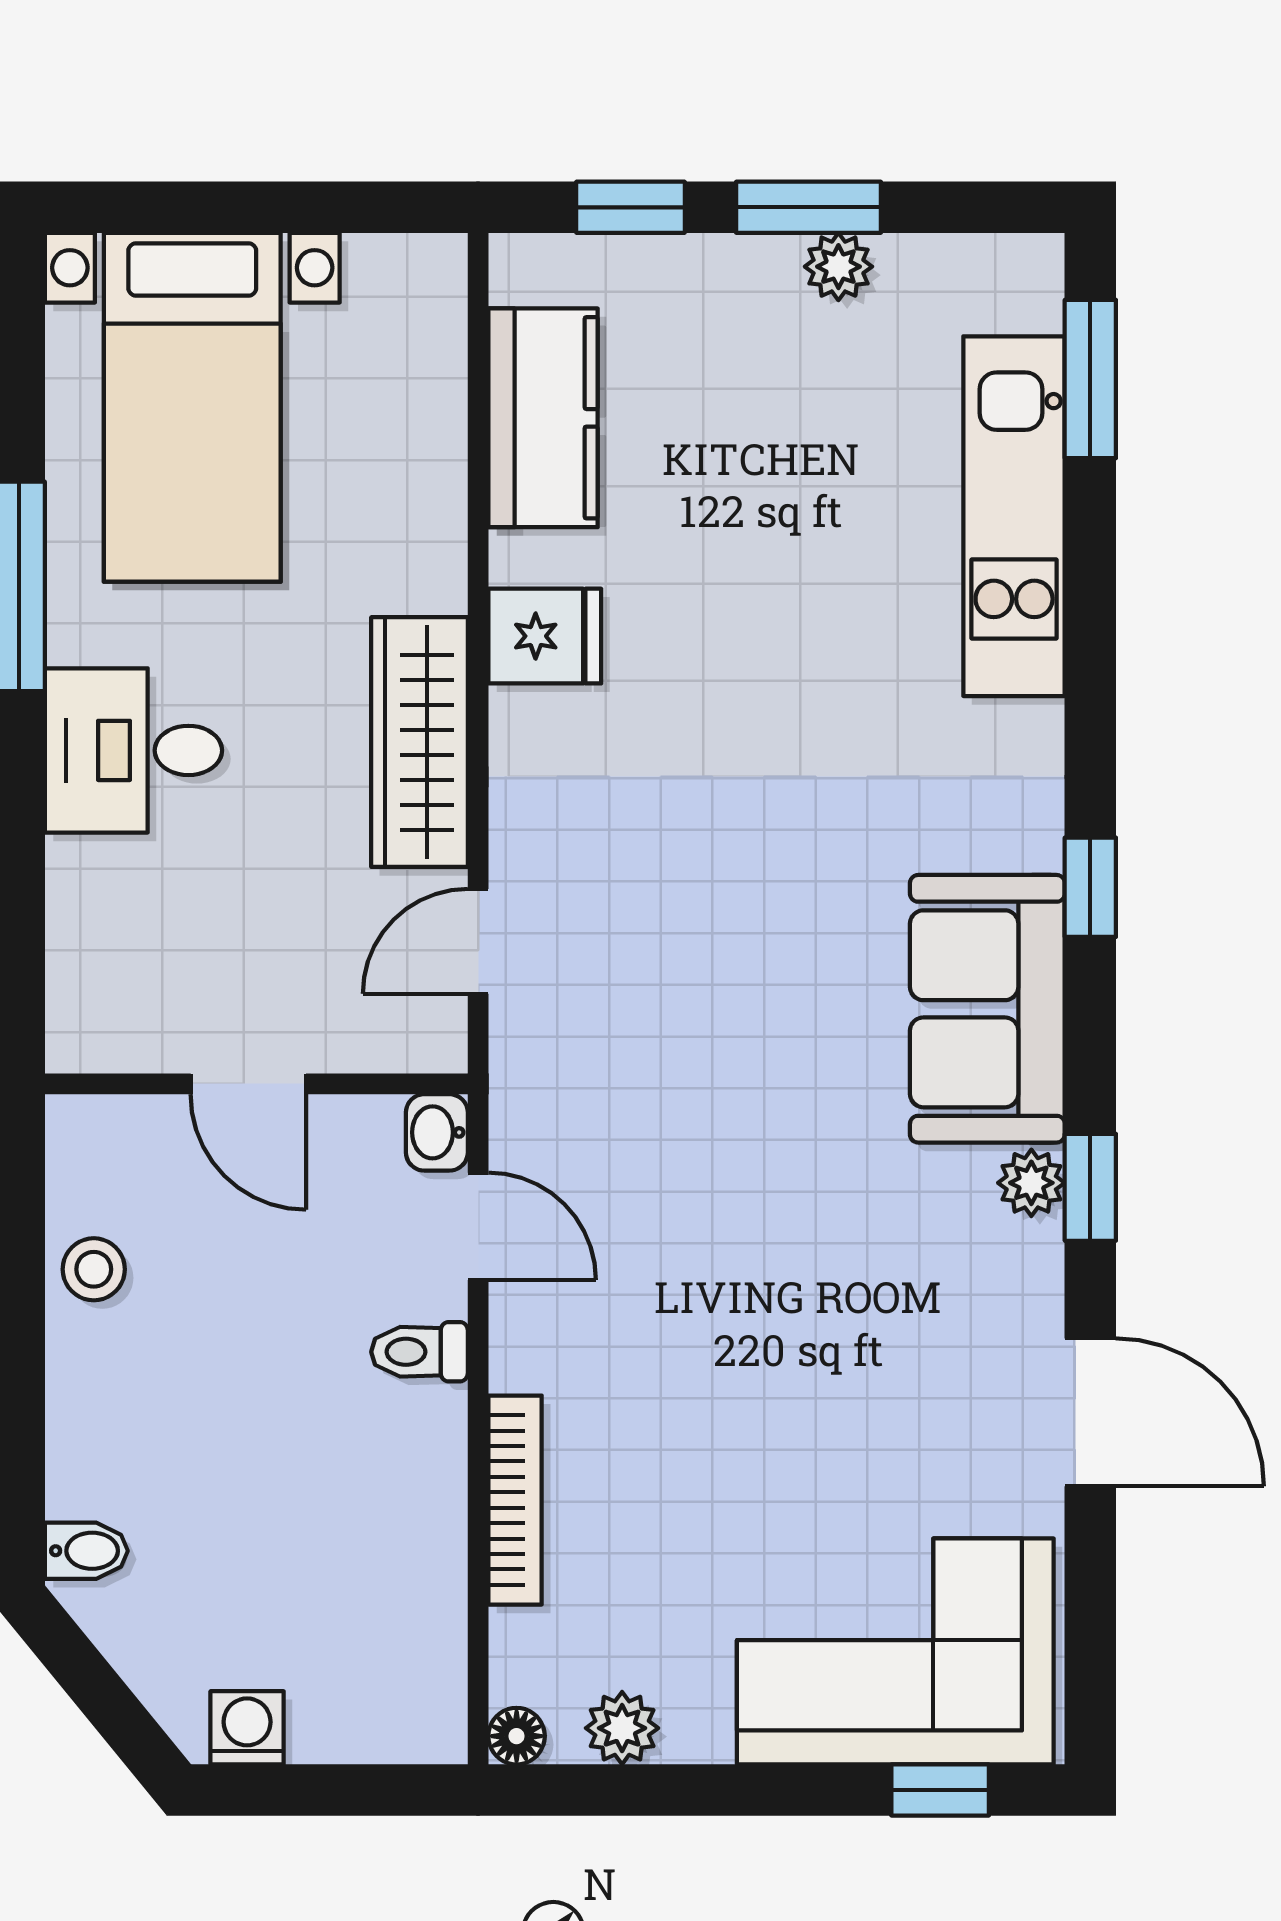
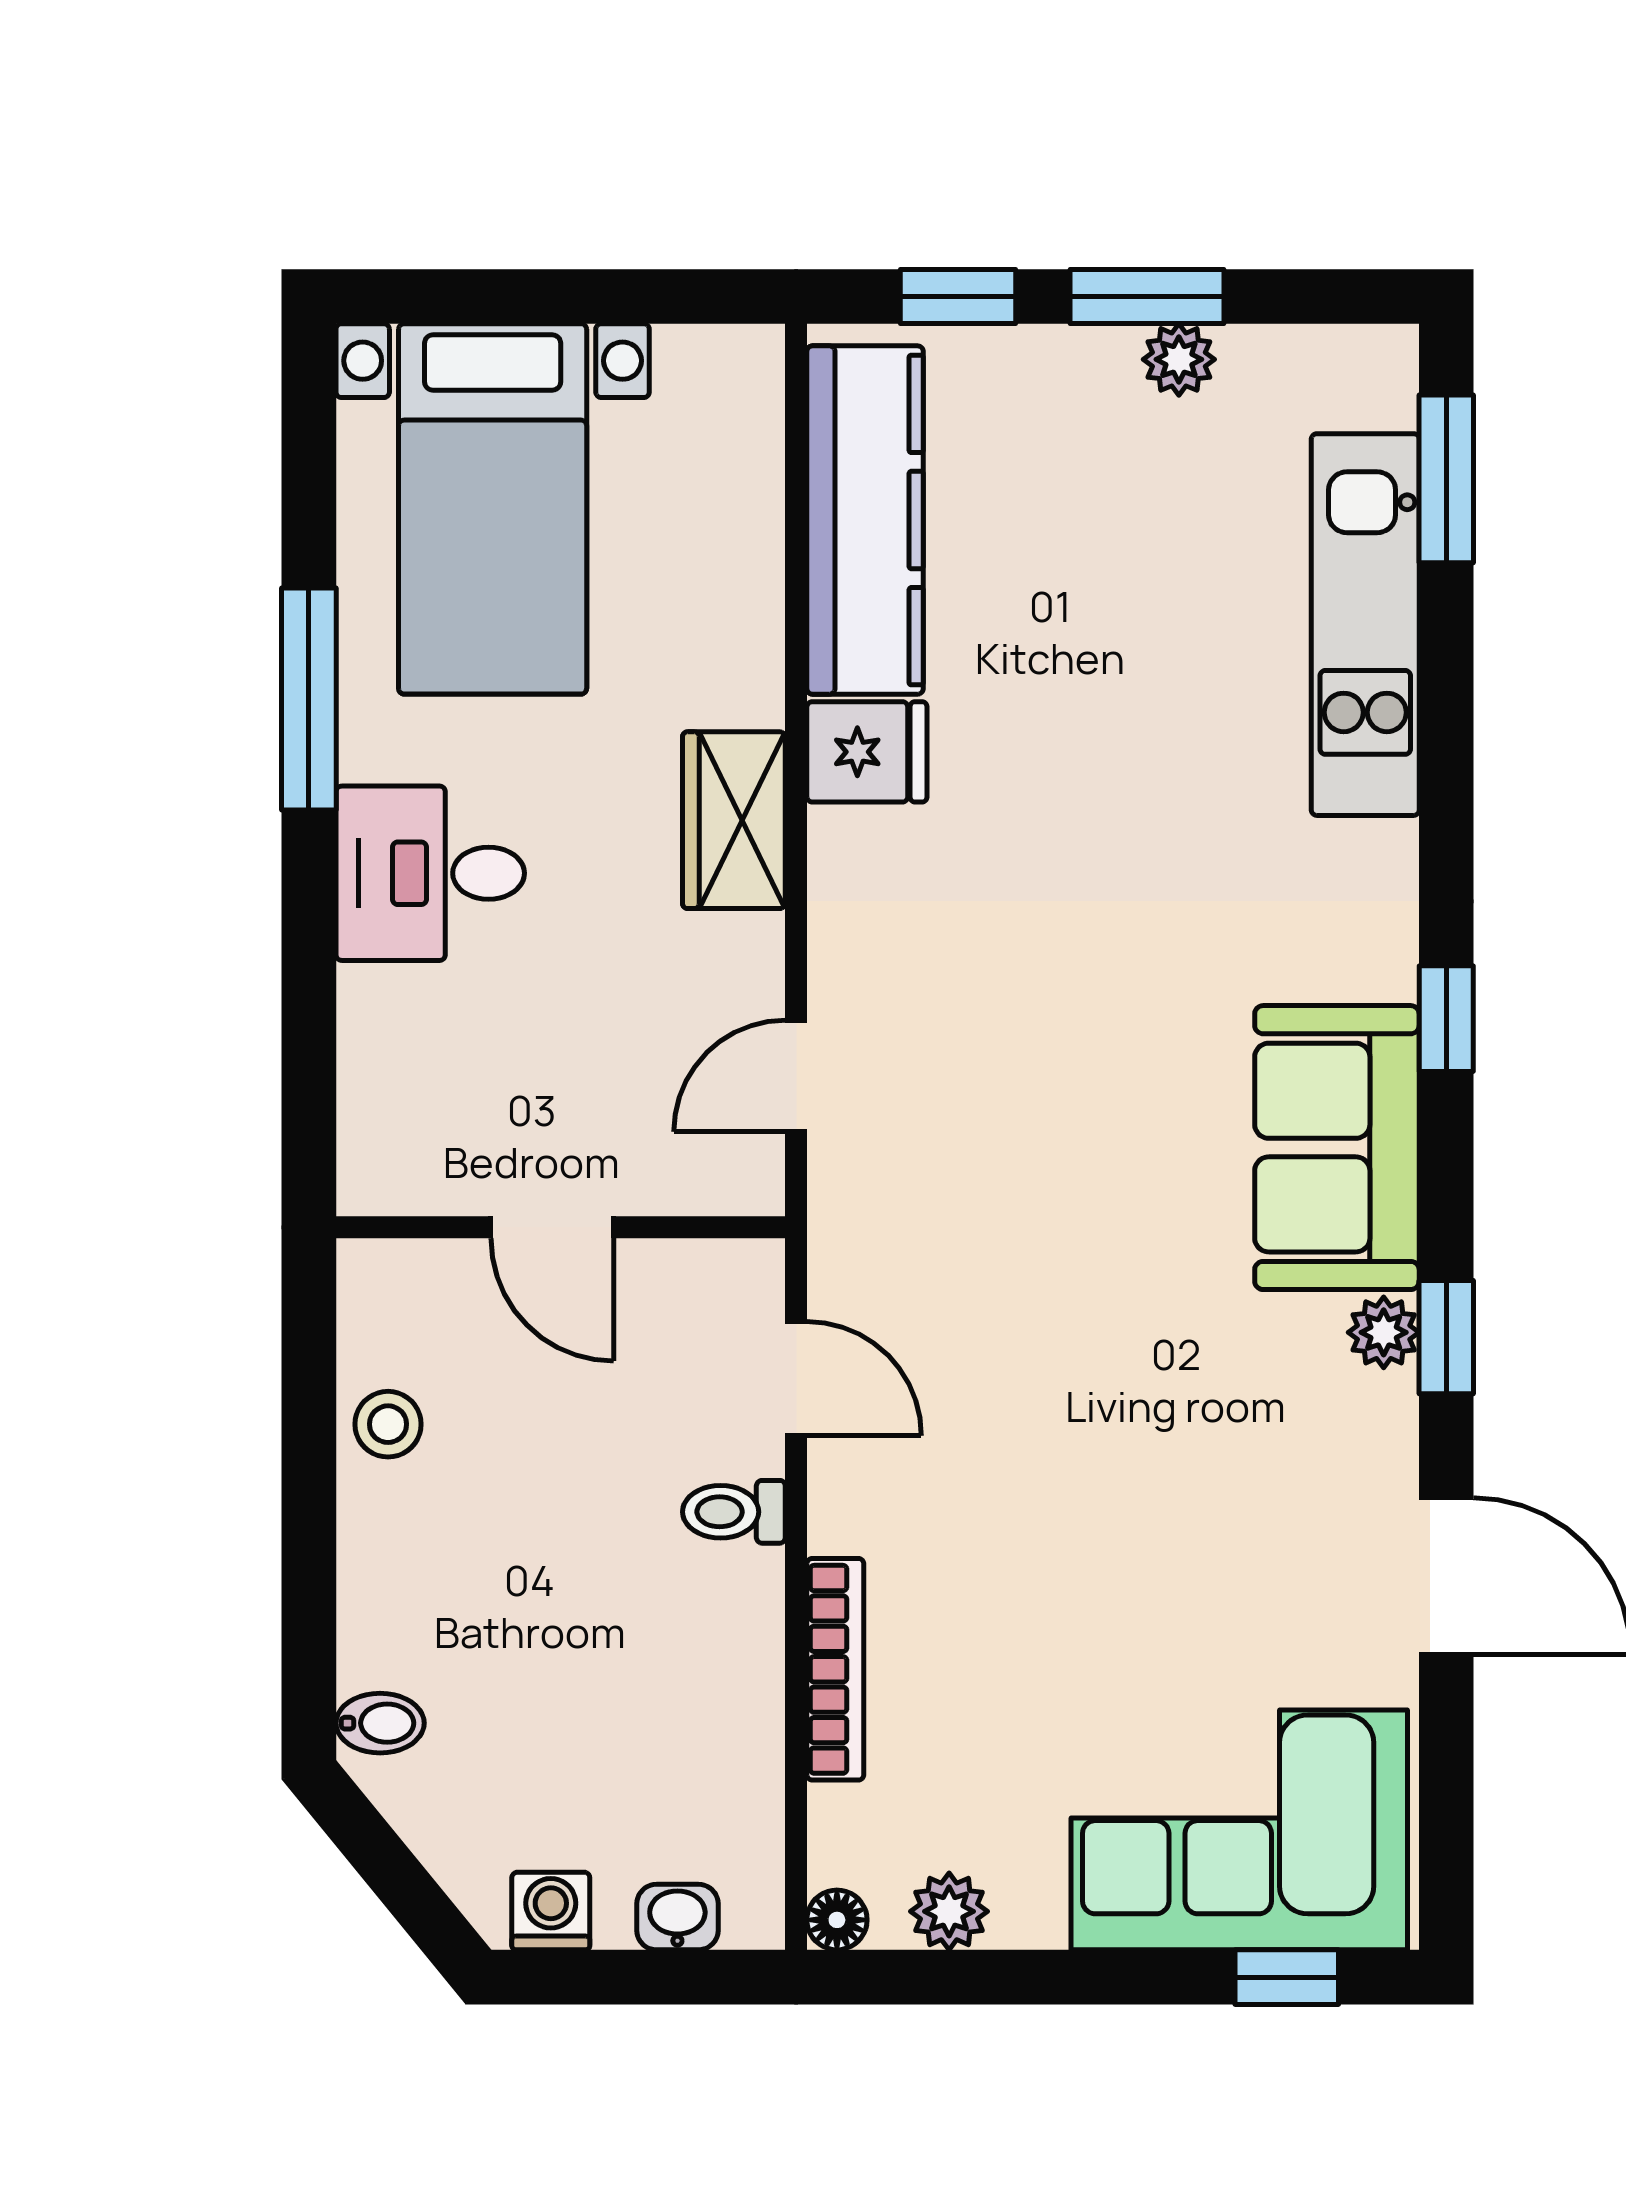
kitchen counter: (543, 418) -> (865, 520), width x1.50
wardrobe: (419, 742) -> (734, 820), width x0.67
washbasin: (437, 1132) -> (677, 1917), moved, turned 90

